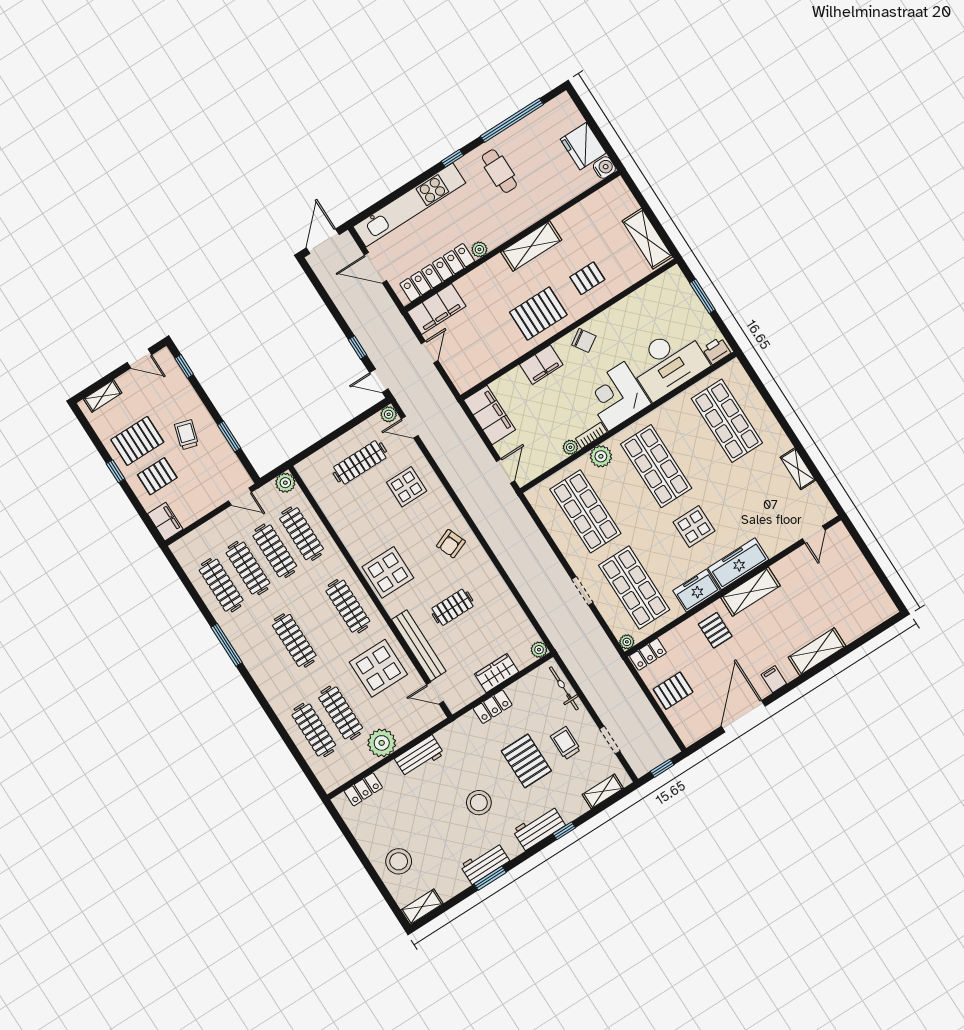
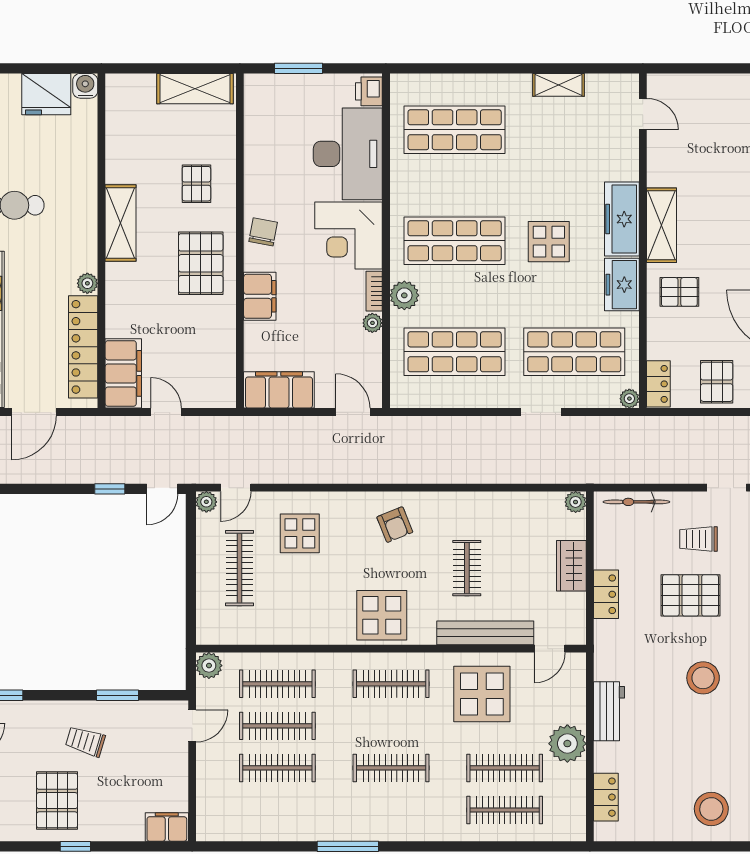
chair: (584, 340) -> (263, 232), turned -46
pallet: (157, 476) -> (111, 804), removed
clothes rail: (221, 585) -> (277, 810), removed

